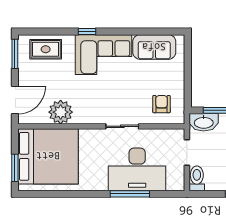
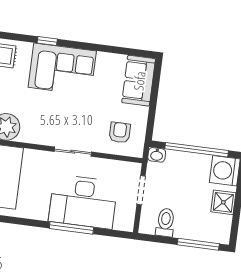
sofa: (154, 47) -> (139, 81), moved, turned 90
washbasin: (204, 122) -> (157, 155), width x0.52, depth x0.69
toilet: (197, 178) -> (165, 222), moved

